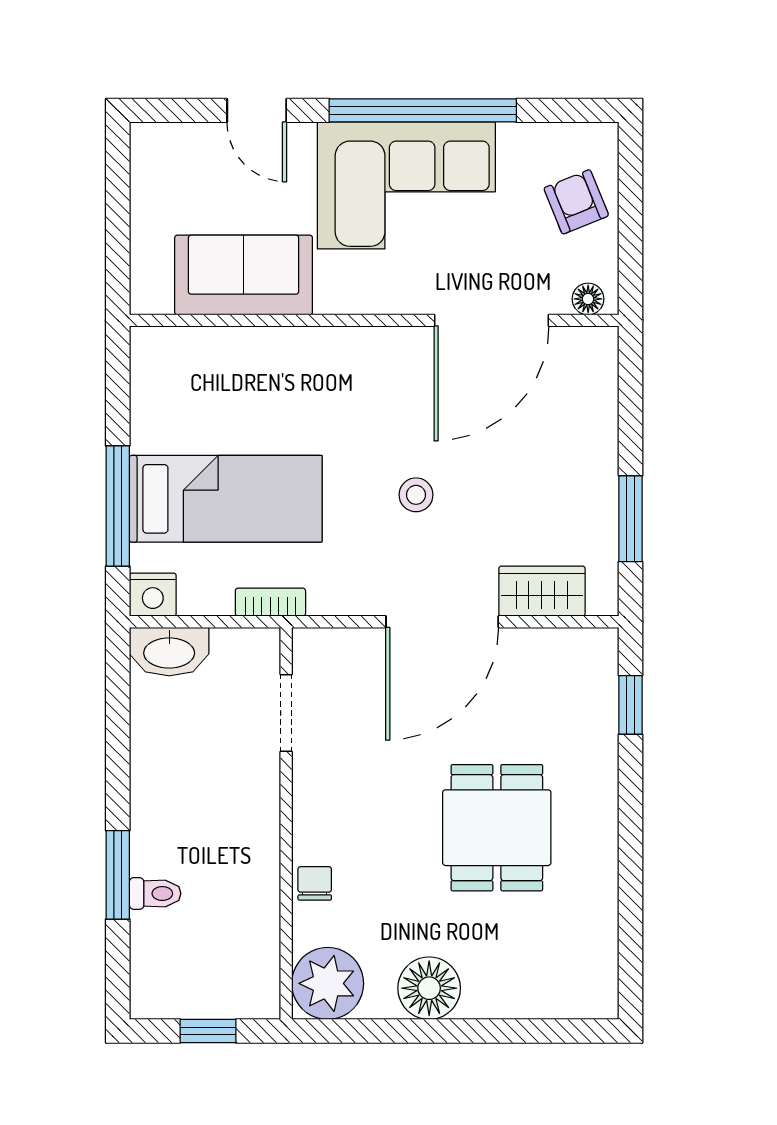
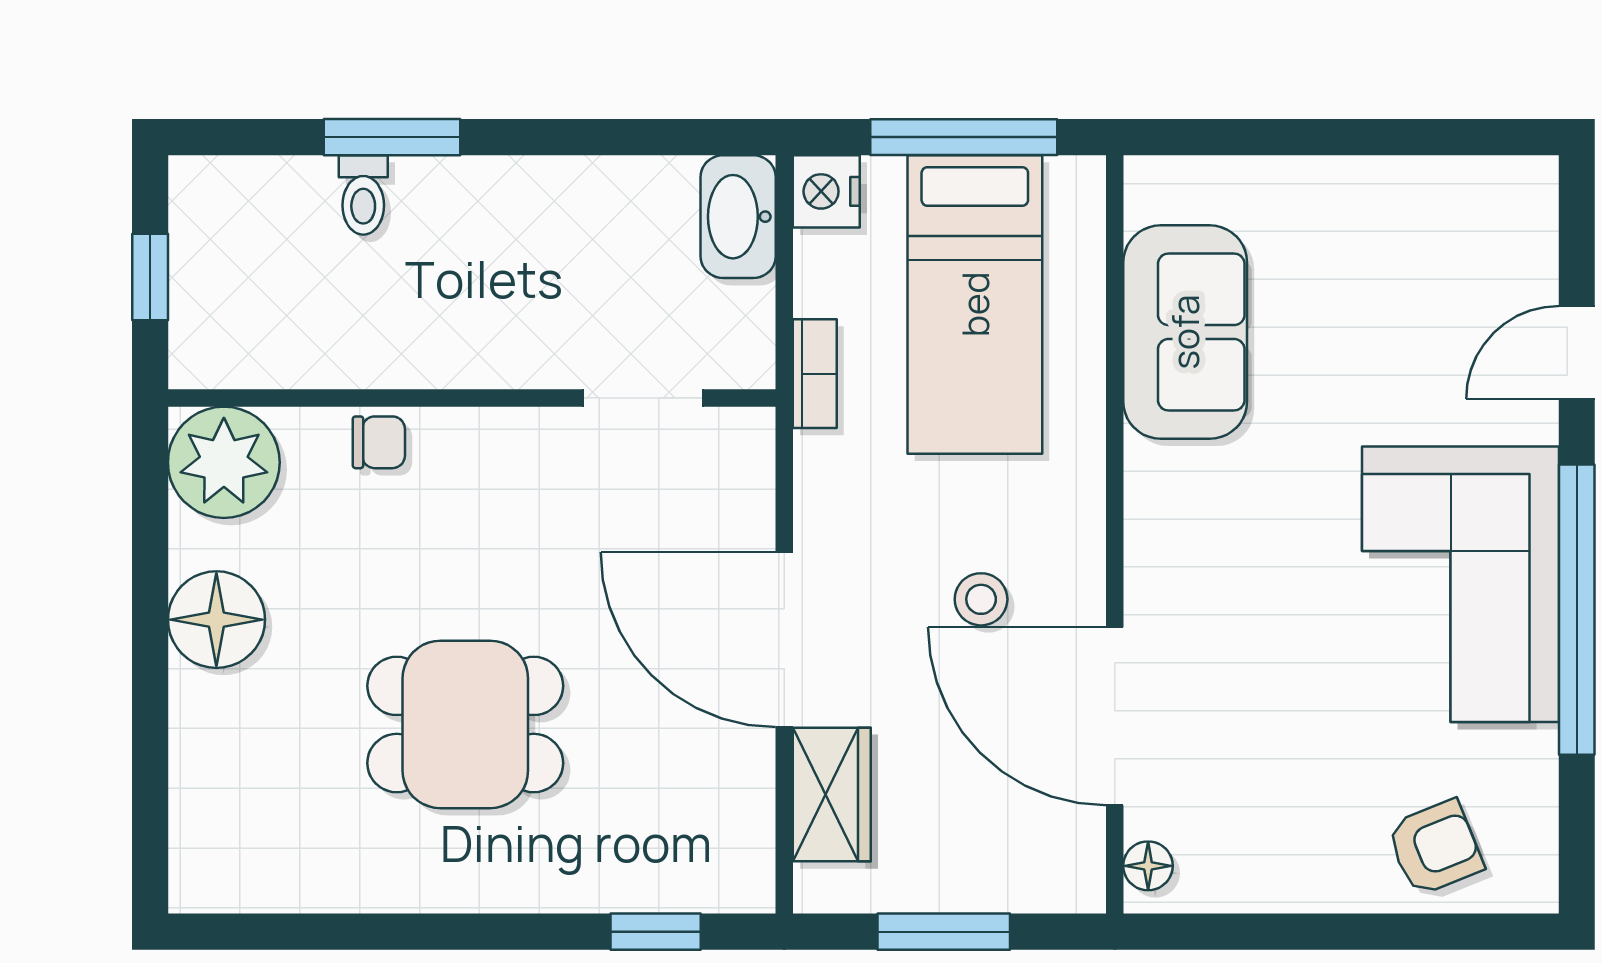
sofa: (244, 275) -> (1185, 332), moved
floor lamp: (588, 299) -> (1148, 866), moved
wall: (374, 320) -> (1115, 534), moved
door: (491, 320) -> (1115, 716), moved

